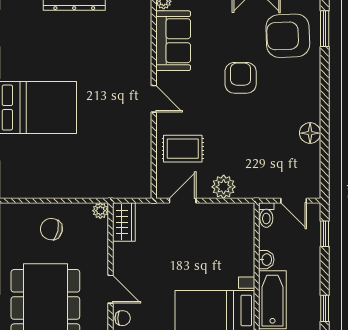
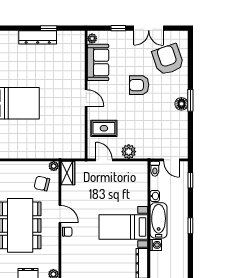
window: (325, 29) -> (190, 100), moved
armchair: (288, 36) -> (168, 59), turned 73
armchair: (241, 78) -> (139, 85), turned -90
floor lamp: (310, 133) -> (181, 104), moved
door: (183, 201) -> (104, 160), hinge flipped
chair: (51, 229) -> (42, 184), moved

